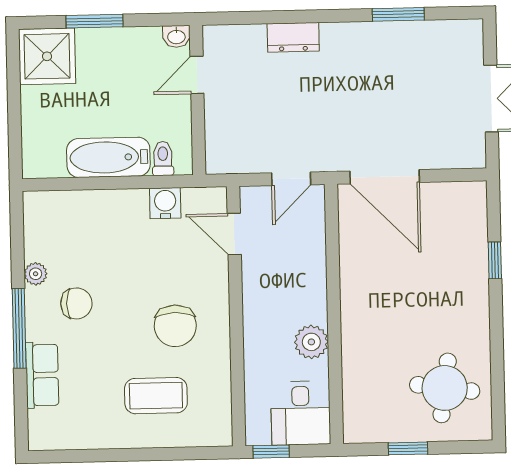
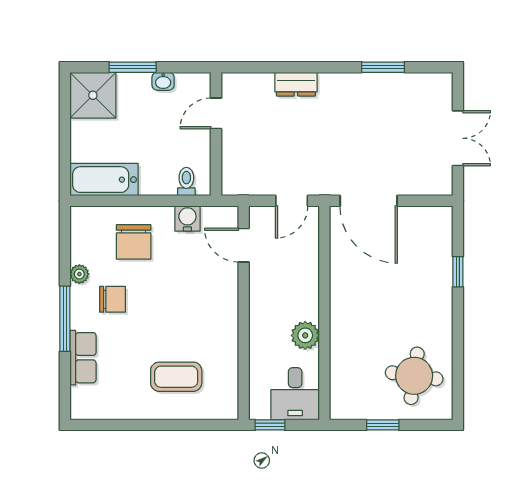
washbasin: (176, 36) -> (163, 81), moved
bathtub: (108, 157) -> (104, 180), moved
chair: (175, 326) -> (134, 242), moved

